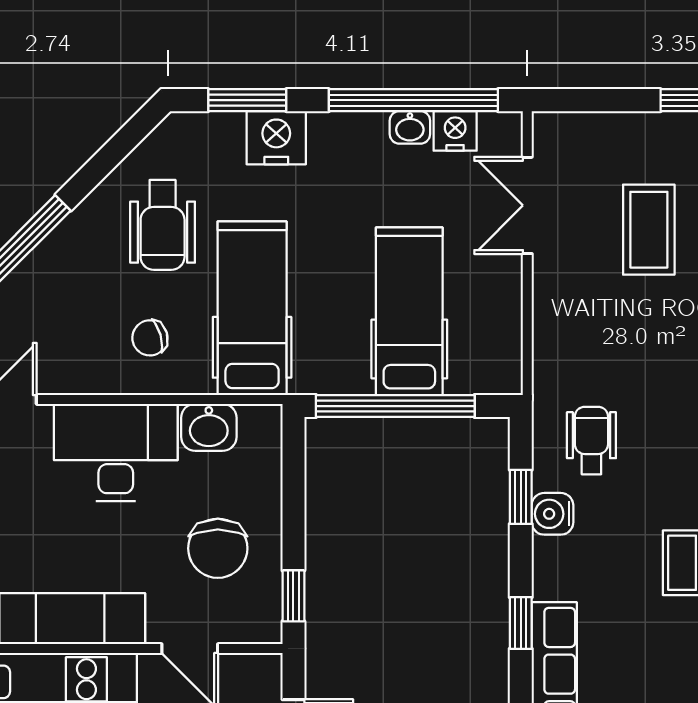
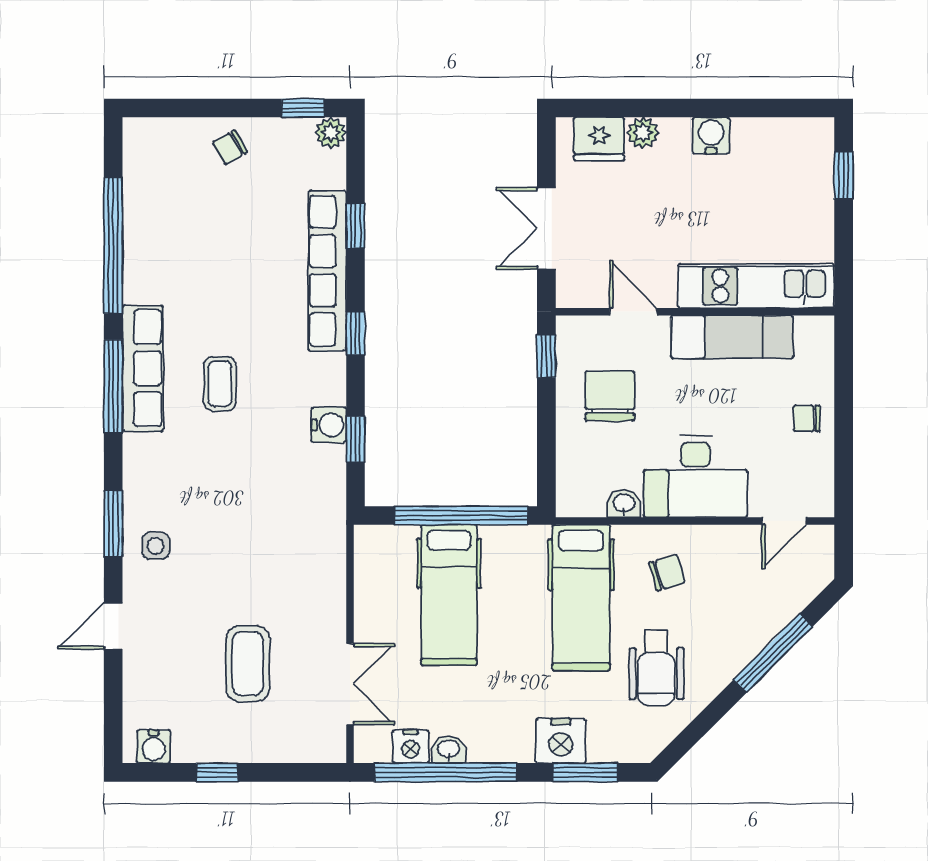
wheelchair: (163, 225) -> (656, 668), turned 180
washbasin: (209, 427) -> (624, 504), width x0.72, depth x0.69
wheelchair: (591, 441) -> (296, 486), removed

